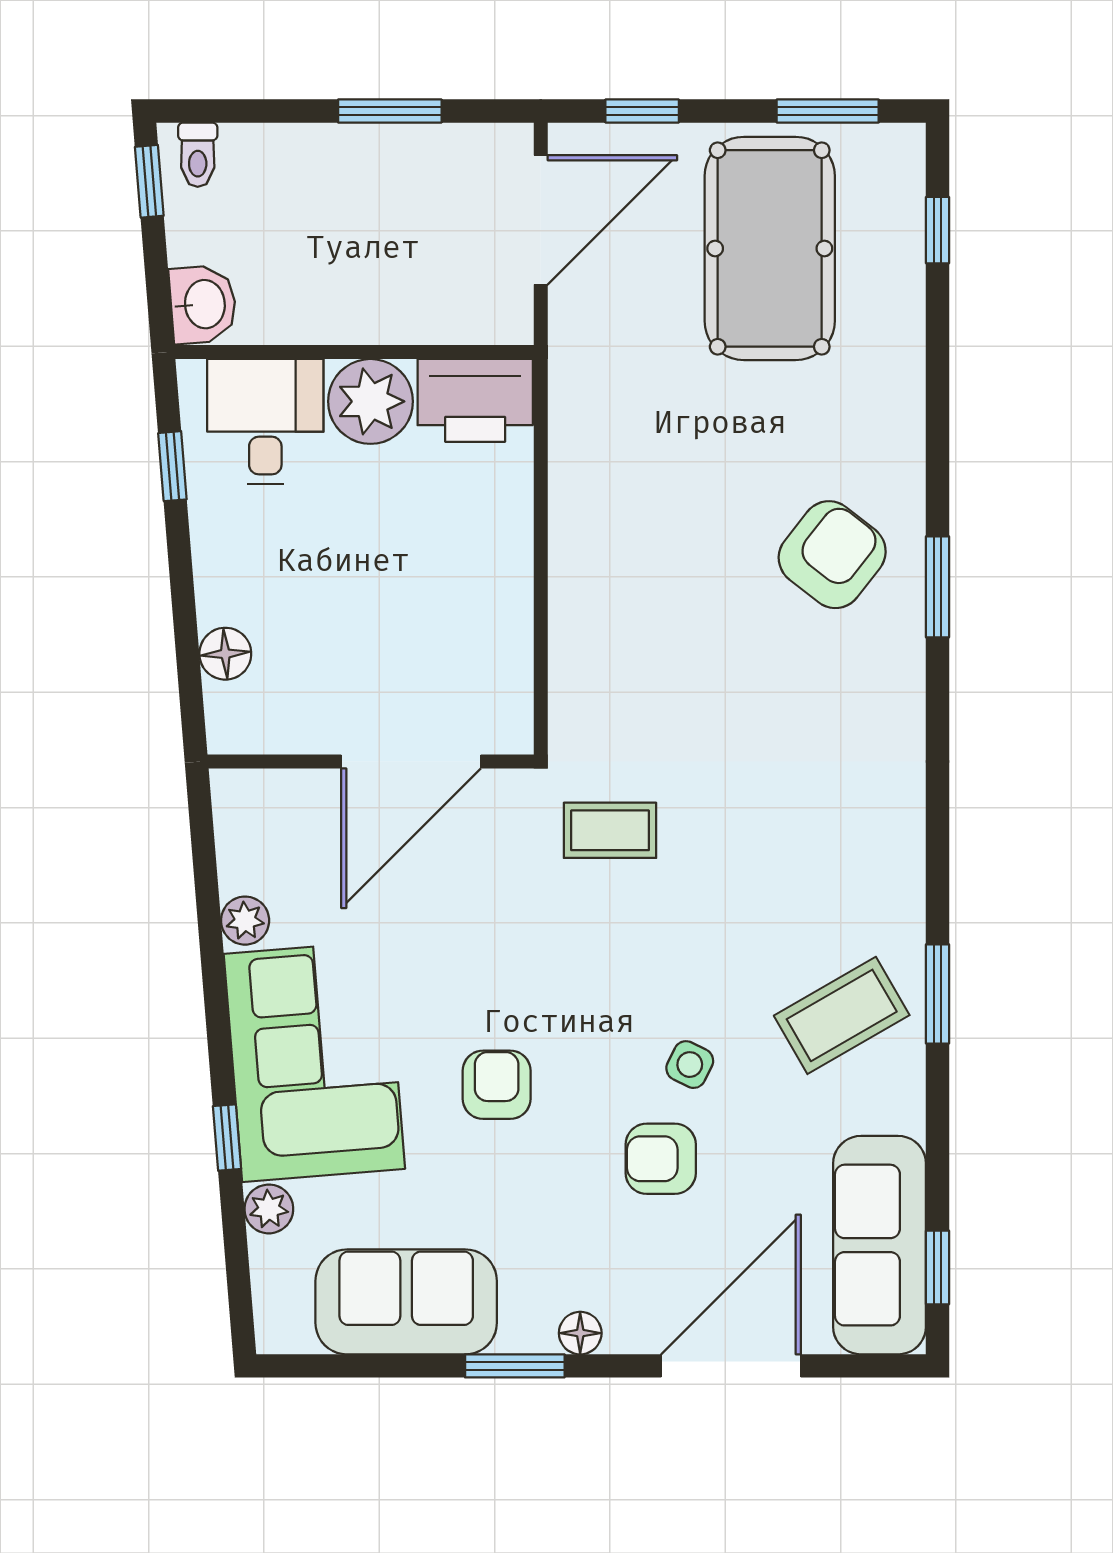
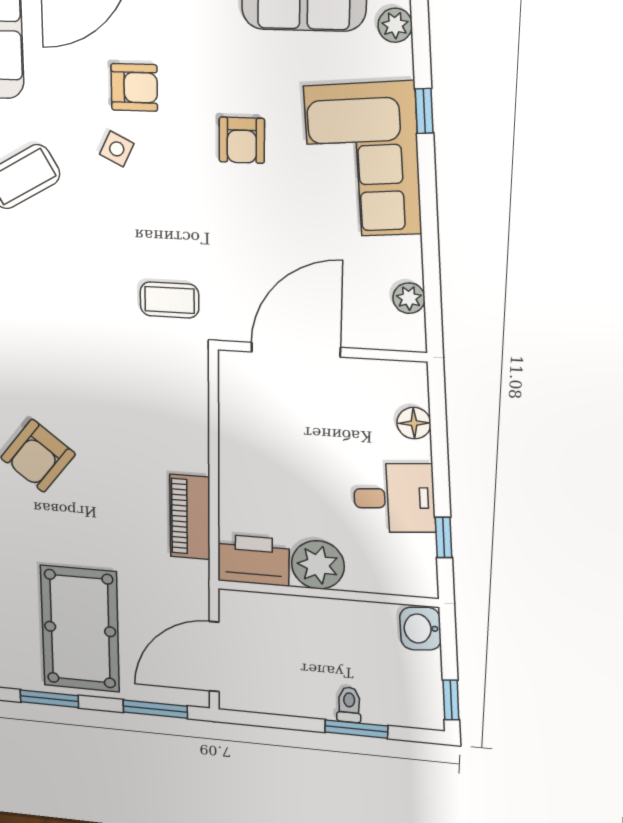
window: (390, 111) -> (356, 729), moved
window: (642, 111) -> (155, 709), width x1.50
toilet: (198, 155) -> (349, 705), moved
desk: (265, 422) -> (394, 498), moved, turned -95
piano: (580, 468) -> (190, 517), added
plant: (245, 921) -> (409, 298), moved
plant: (269, 1209) -> (395, 25), moved

